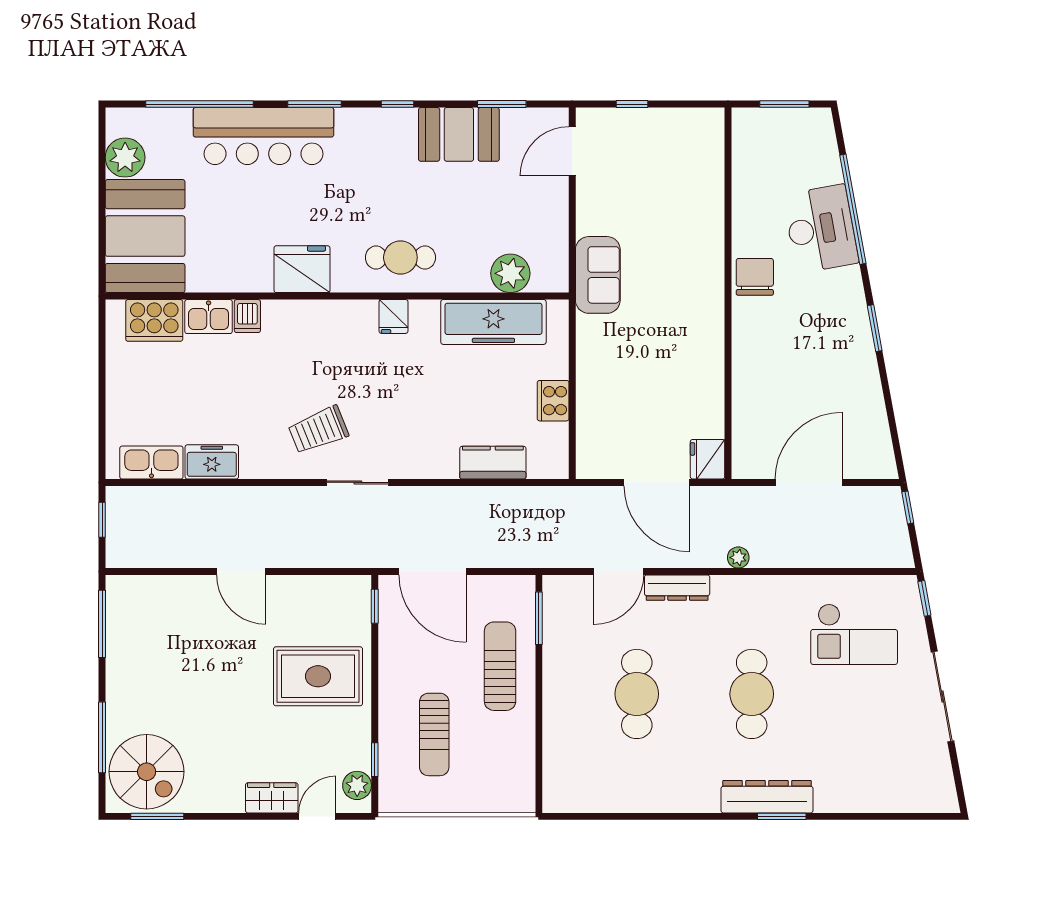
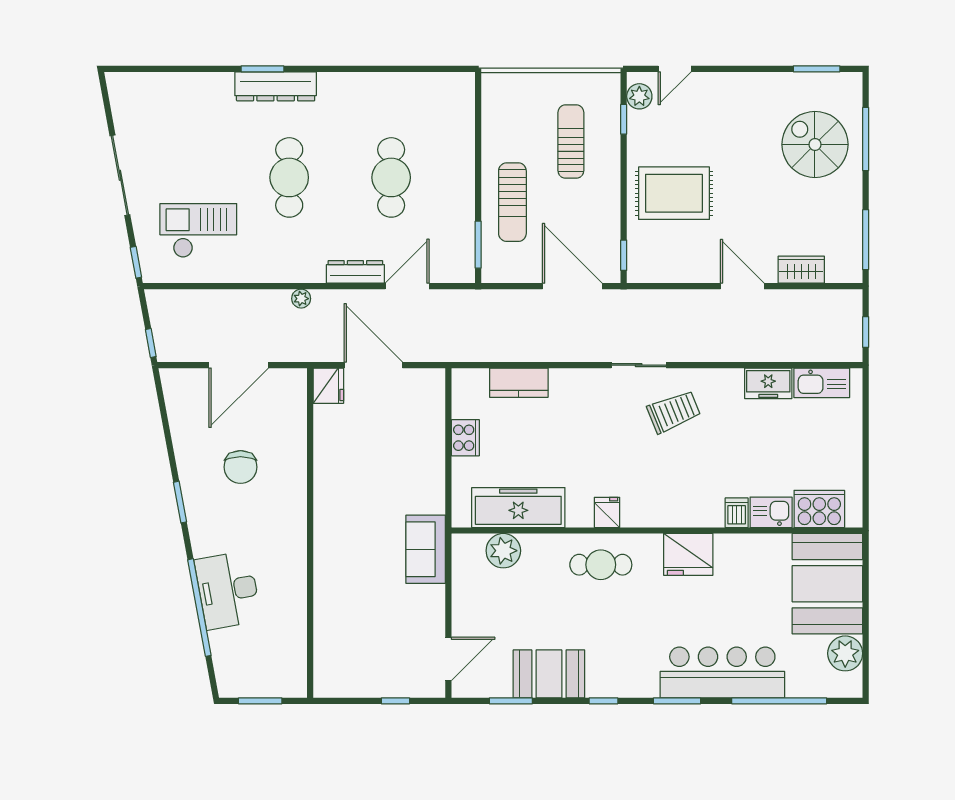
chair: (755, 277) -> (241, 467), moved
spiral stairs: (147, 772) -> (815, 144), moved
wardrobe: (272, 798) -> (801, 270), moved, turned 180

